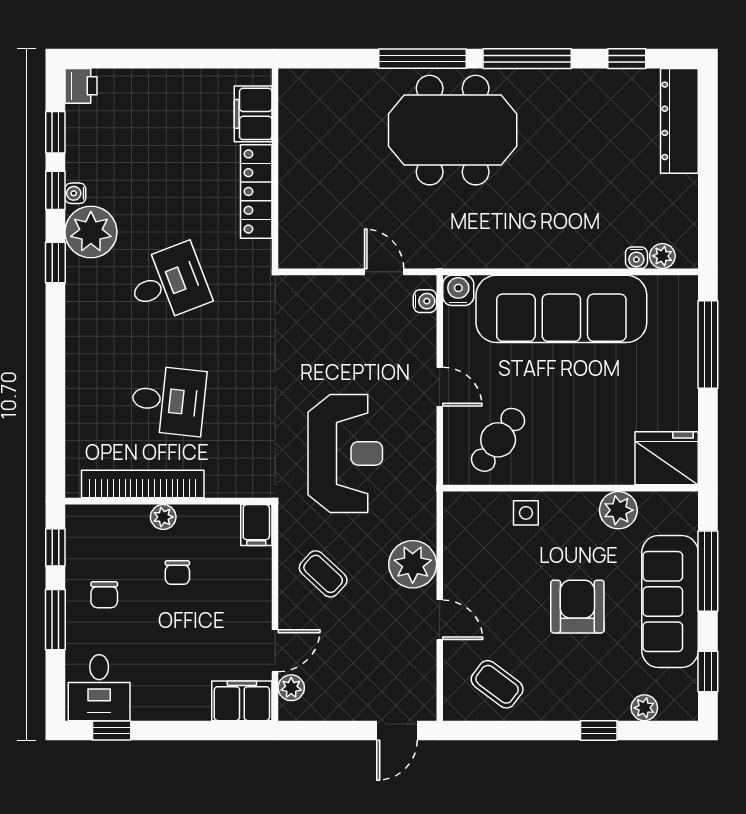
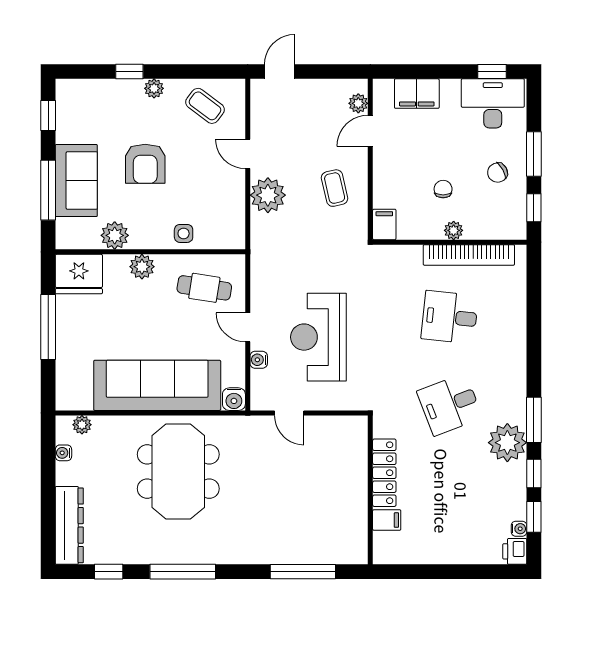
window: (423, 59) -> (303, 572), moved
filing cabinet: (253, 114) -> (387, 520), width x0.50
meeting table: (453, 130) -> (178, 471), moved, turned 90
water cooler: (75, 193) -> (519, 529), moved
water cooler: (636, 258) -> (63, 453), moved, turned -90
window: (55, 263) -> (534, 420), width x1.50
water cooler: (425, 301) -> (259, 360), moved
window: (708, 345) -> (48, 327), moved
cafe table: (498, 440) -> (204, 288), turned 63
reception desk: (345, 453) -> (318, 337), moved
plant: (582, 468) -> (142, 267), added
coffee table: (323, 574) -> (335, 188), turned 34
chair: (104, 595) -> (498, 173), turned -119
sofa: (670, 602) -> (76, 181), width x0.73
desk: (99, 688) -> (493, 103), width x1.37
filing cabinet: (242, 701) -> (417, 94), moved
plant: (644, 708) -> (154, 88), moved

